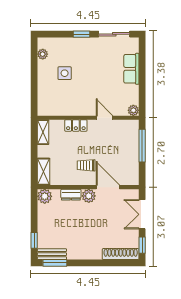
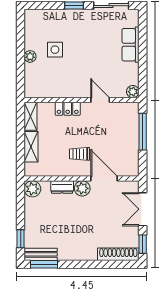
plant: (43, 54) -> (30, 56), moved
shelving: (43, 172) -> (31, 147), moved

